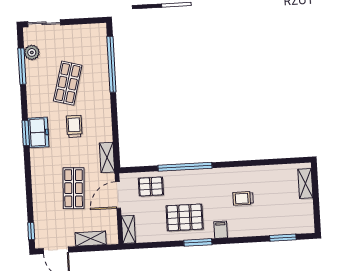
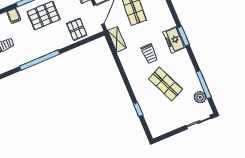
window: (111, 64) -> (138, 109), width x0.32
shop shelf: (68, 83) -> (165, 84), turned -39
window: (185, 167) -> (40, 60), moved
pallet: (151, 187) -> (77, 29), turned 90

